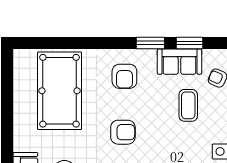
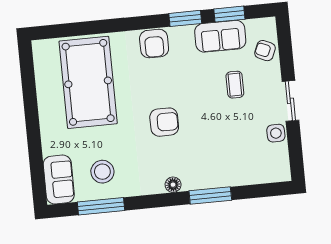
armchair: (124, 76) -> (154, 44), moved
coffee table: (188, 105) -> (235, 85), width x0.73, depth x0.77

